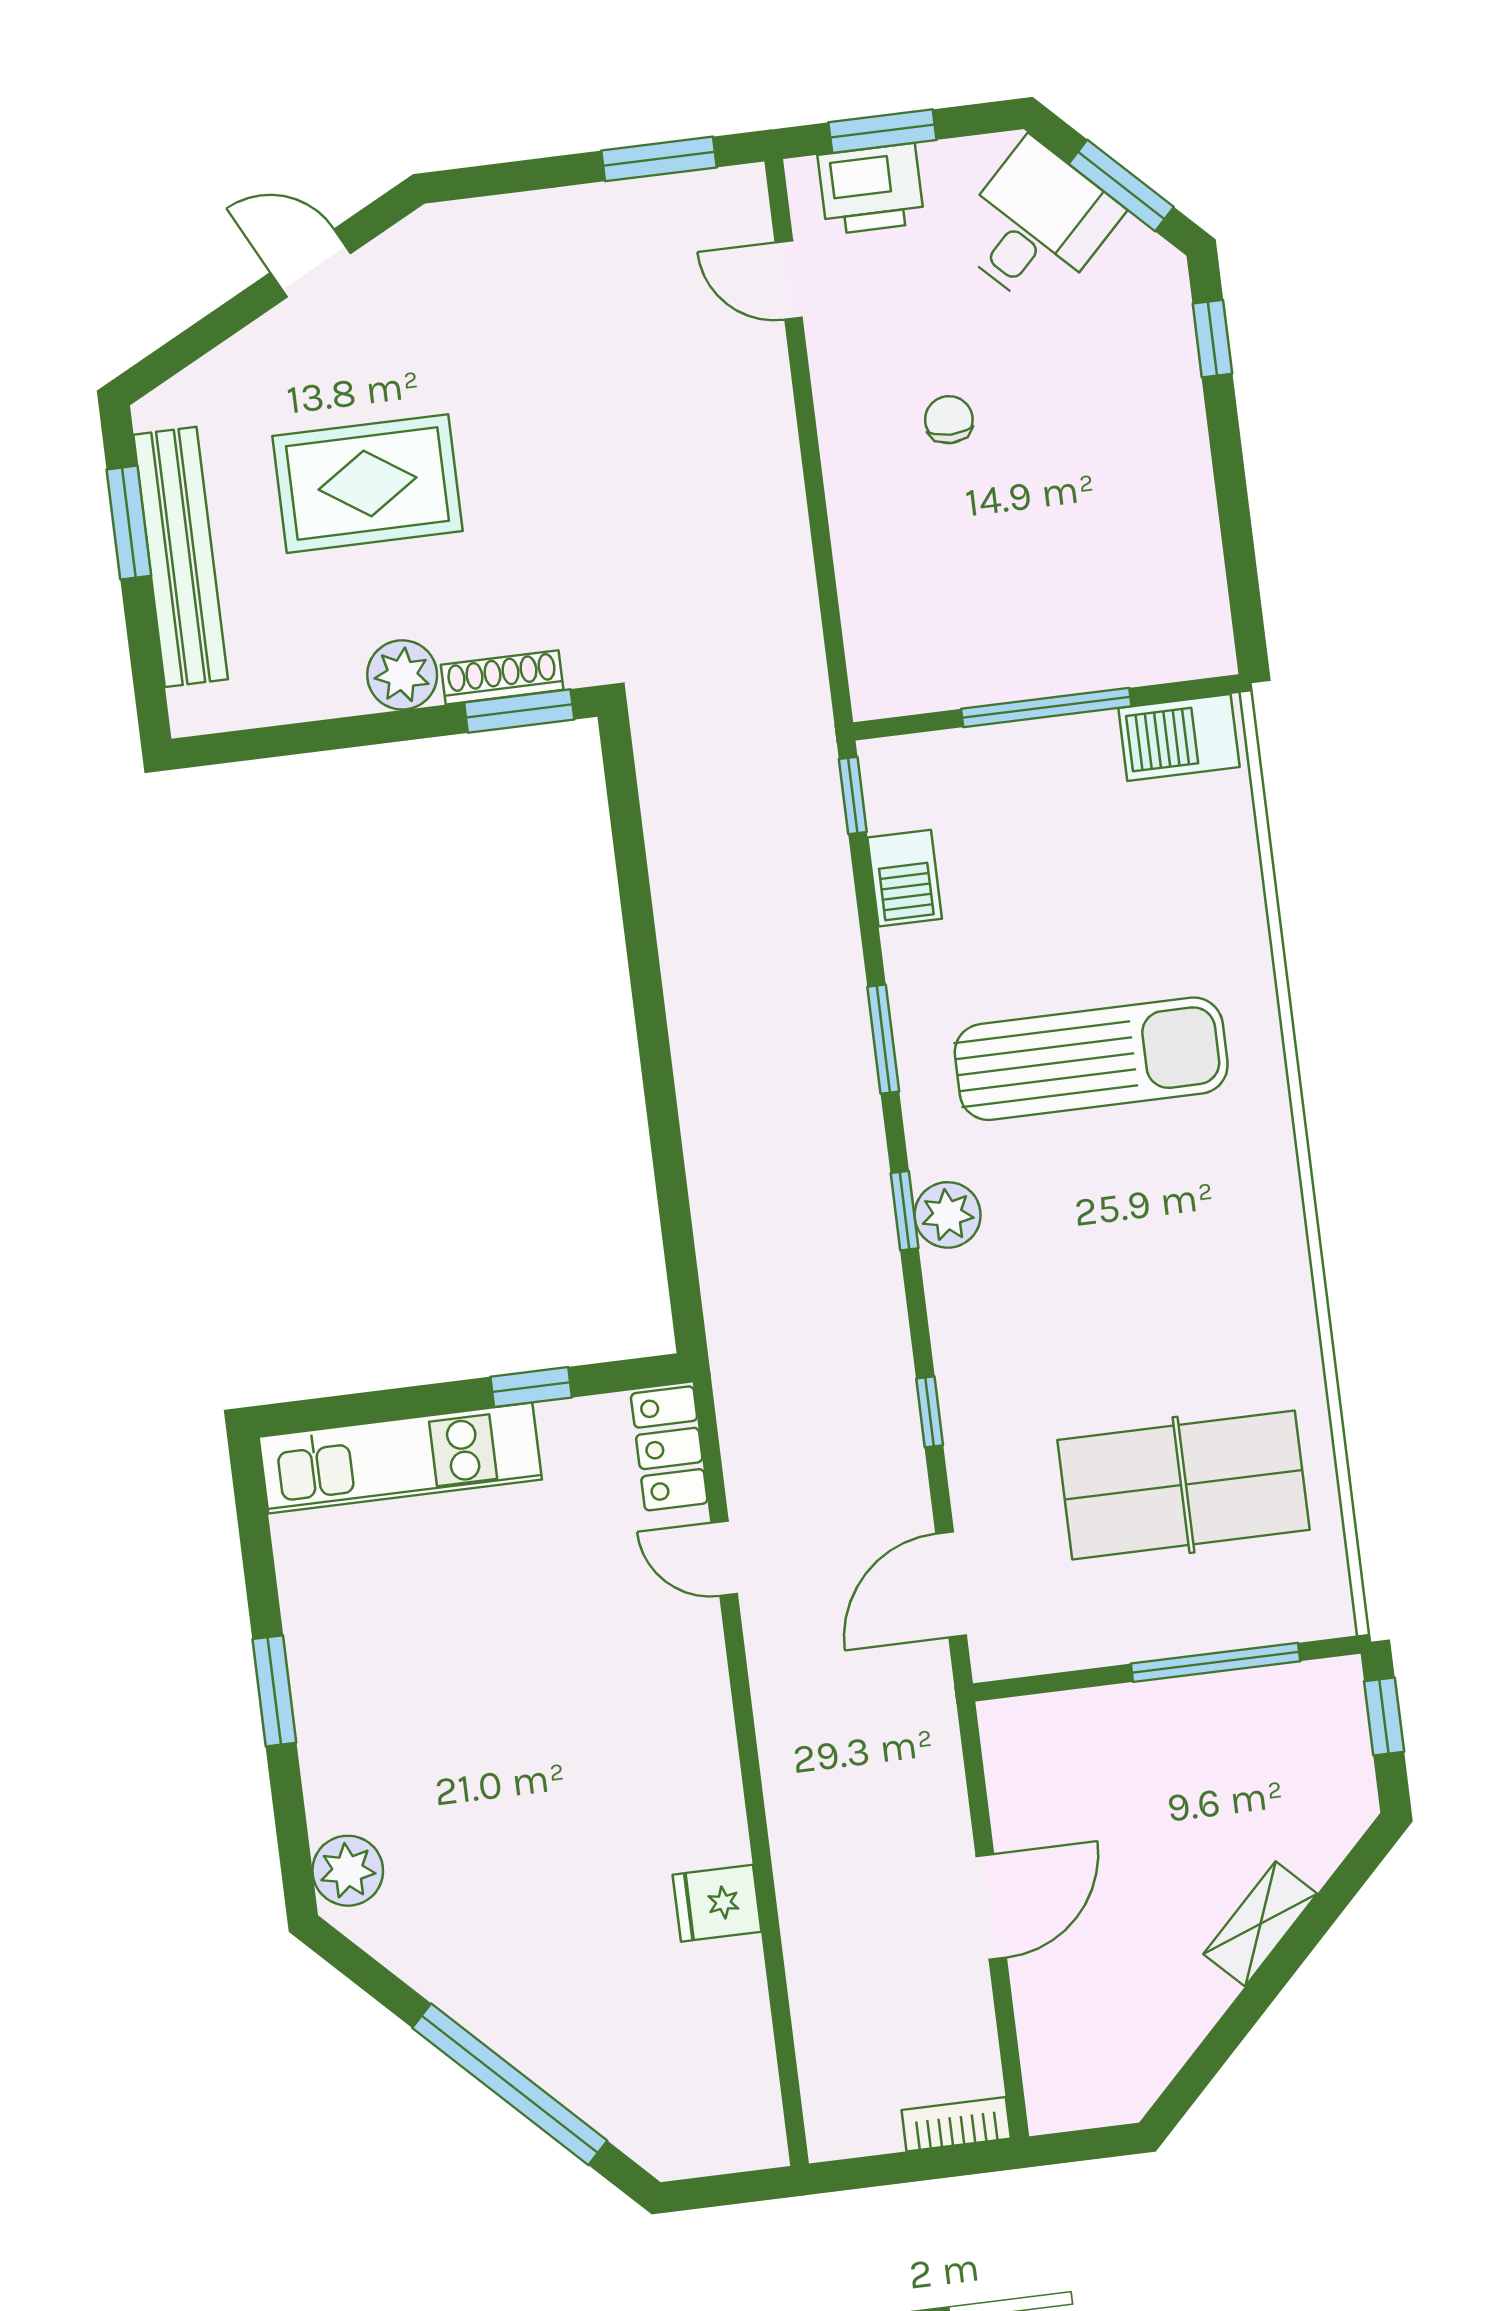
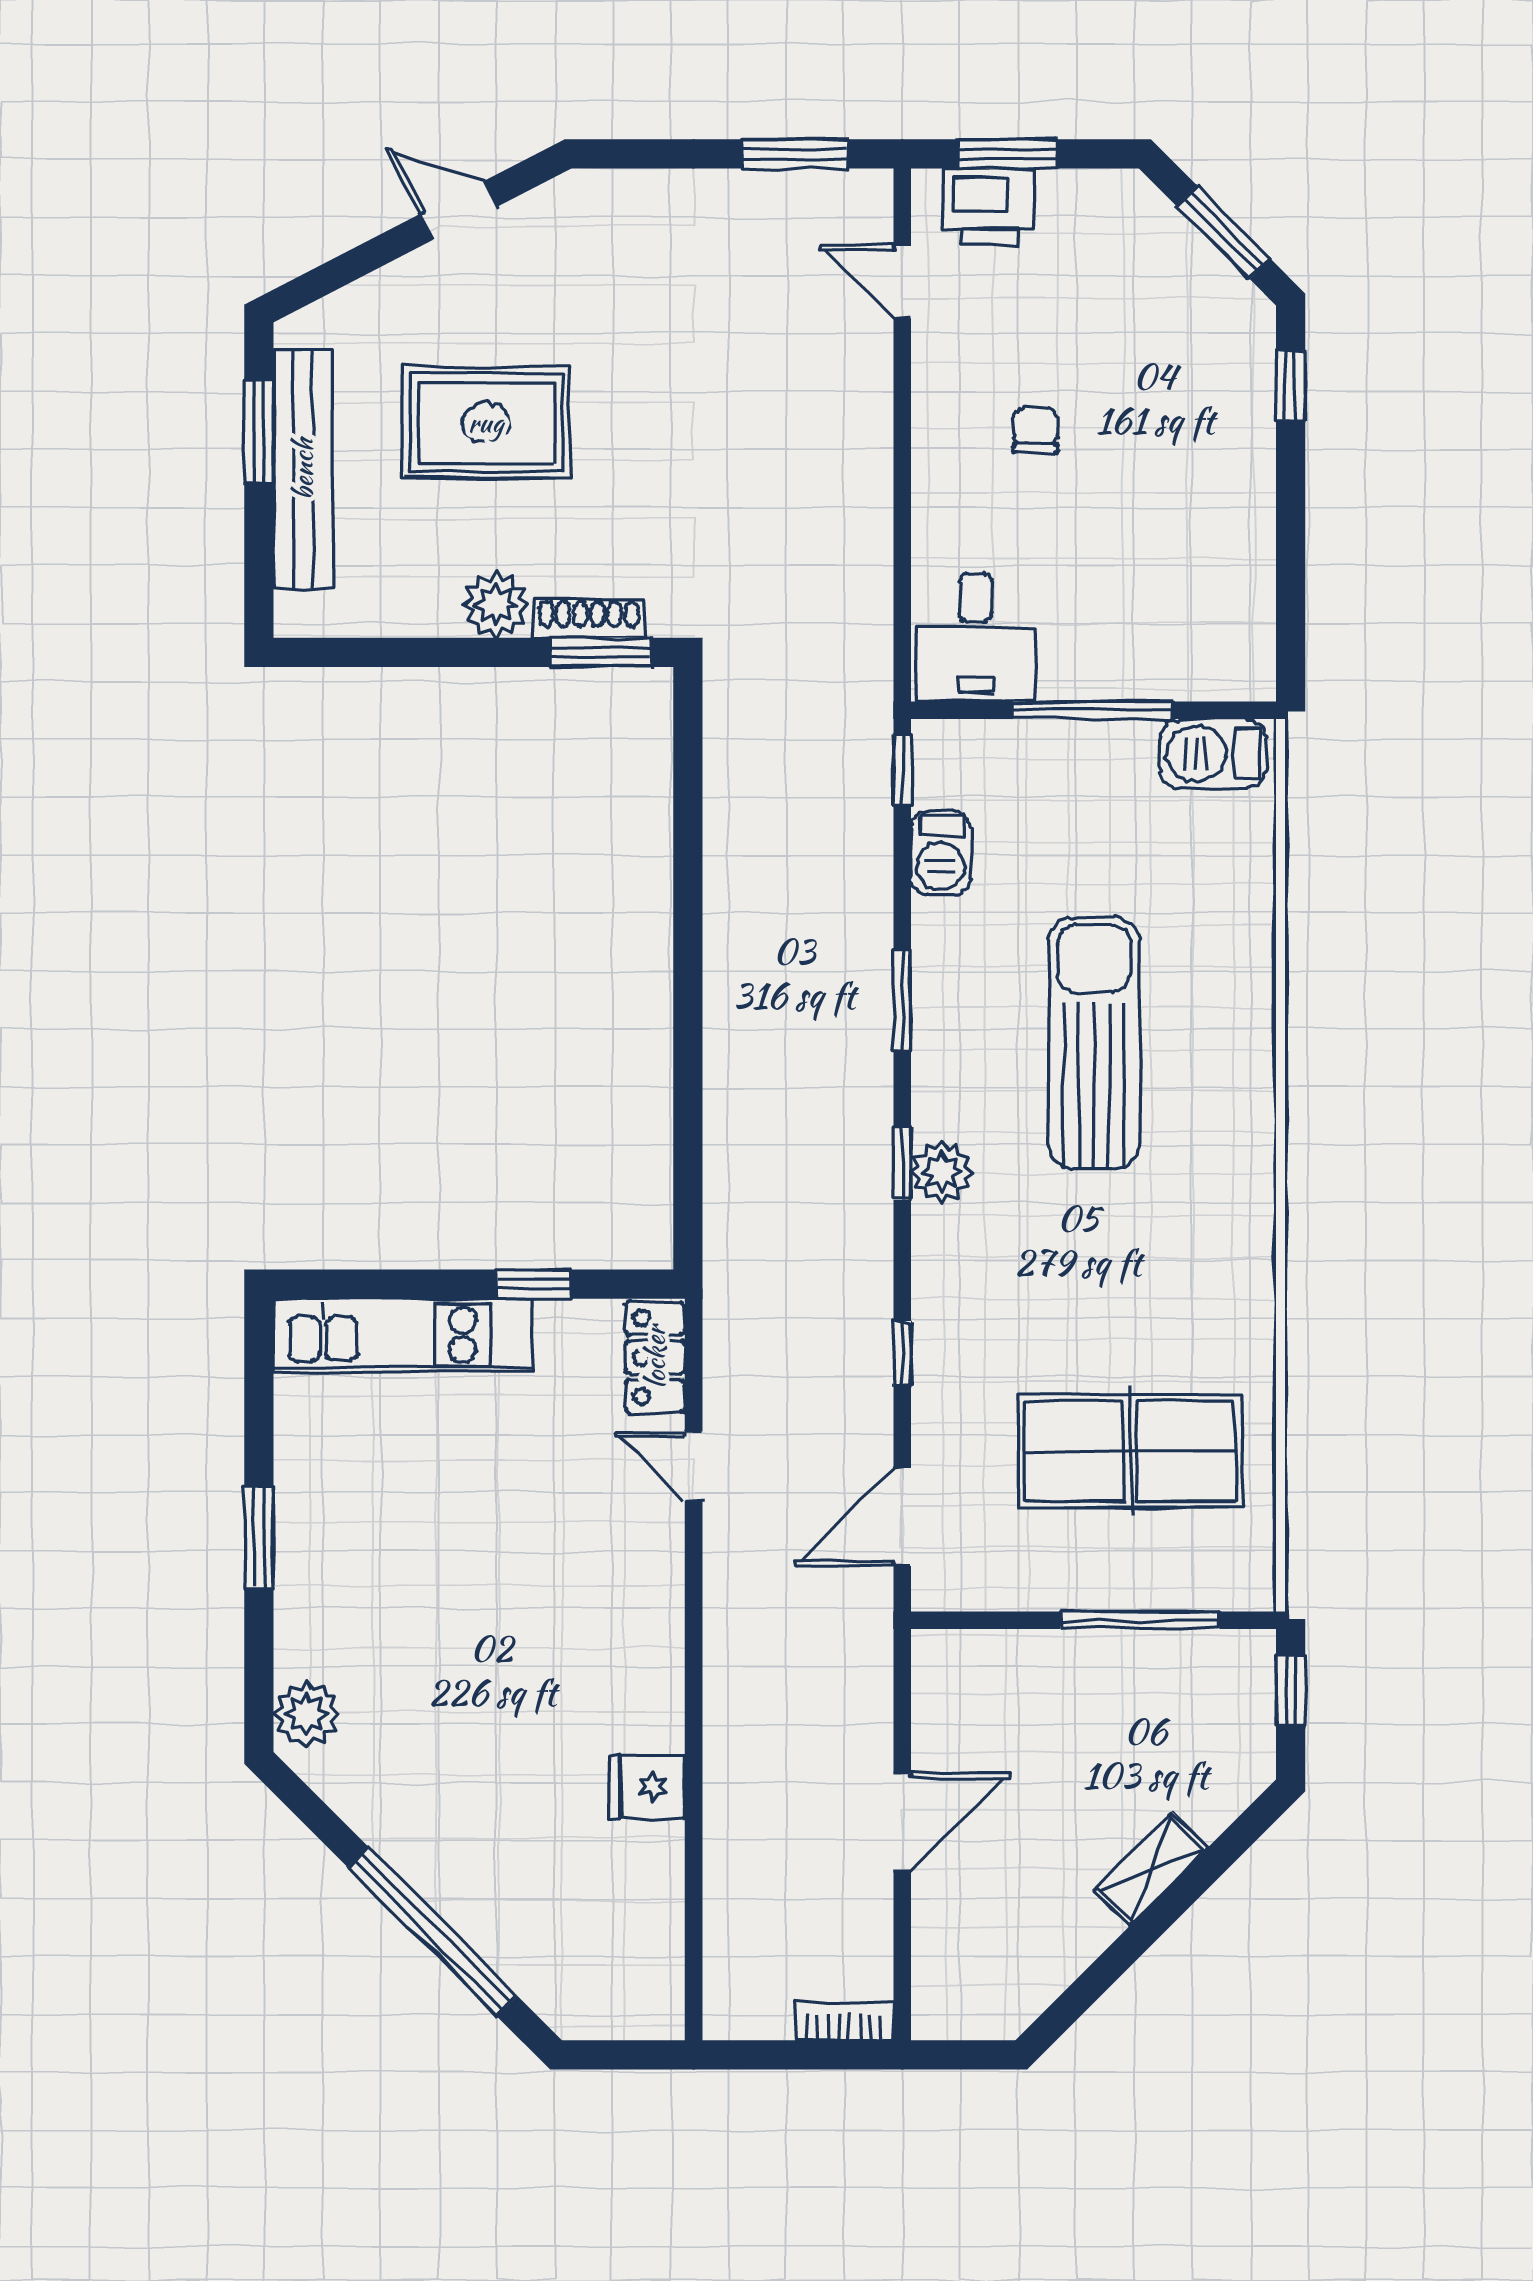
desk: (1036, 225) -> (976, 638), moved, turned 135
sun lounger: (1091, 1059) -> (1094, 1043), turned -90

